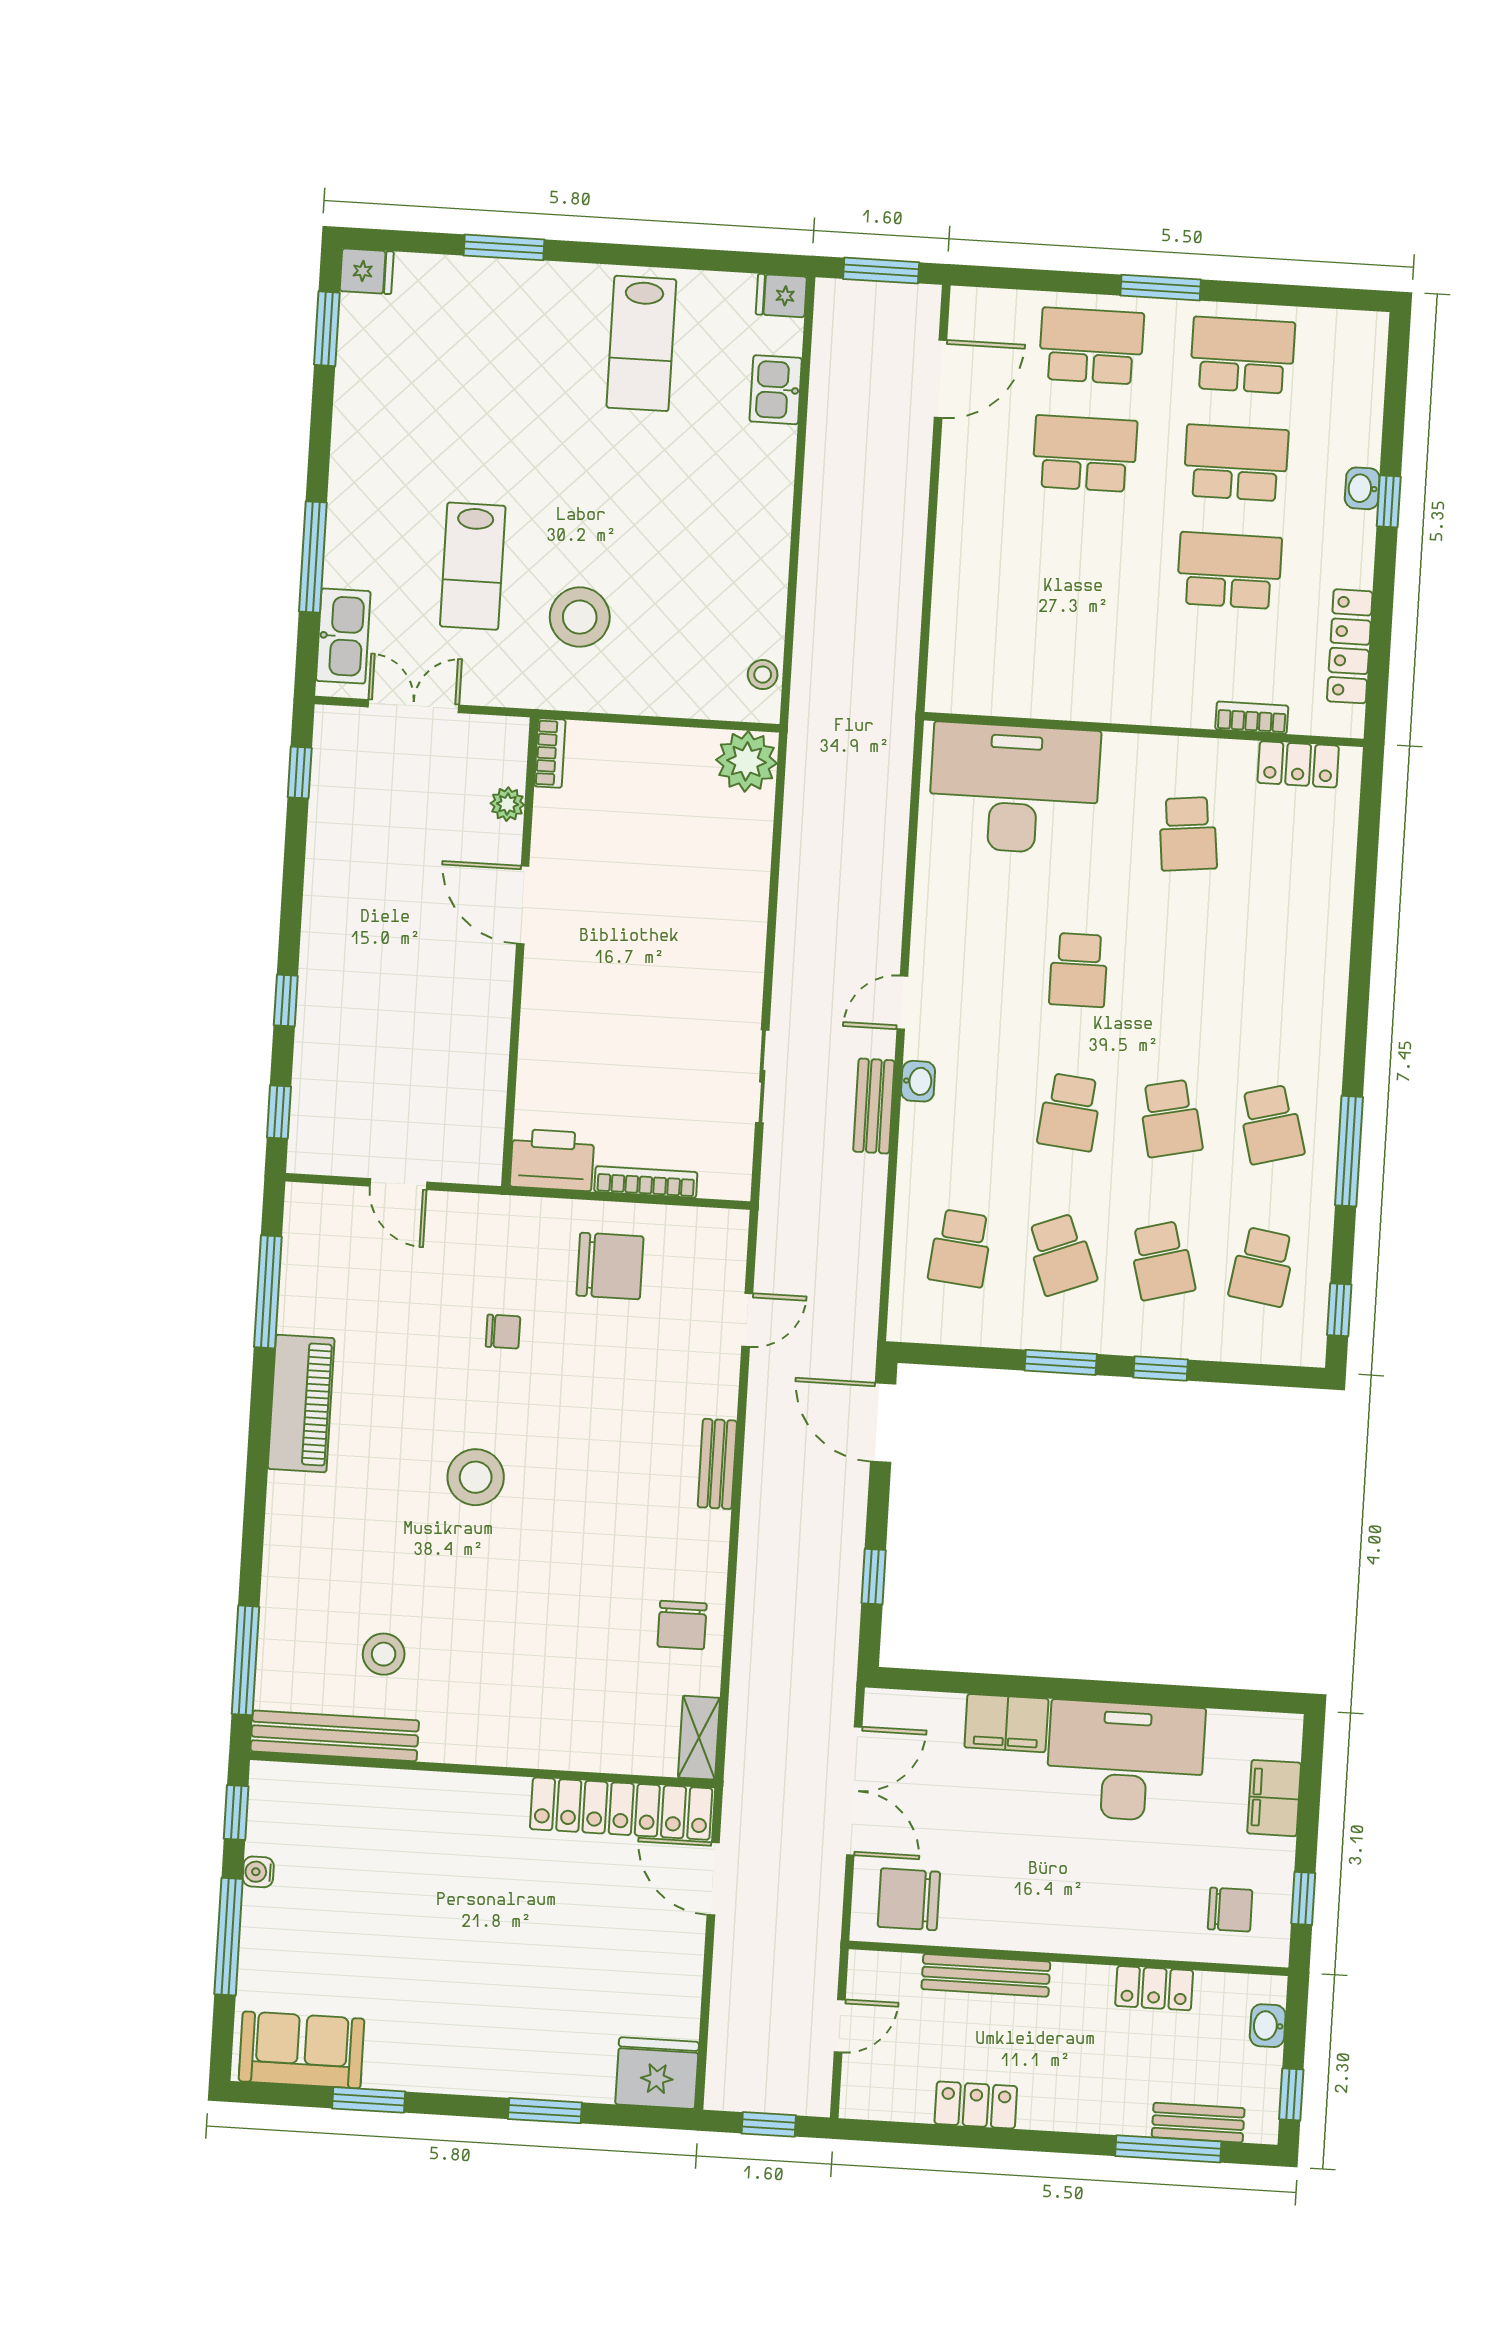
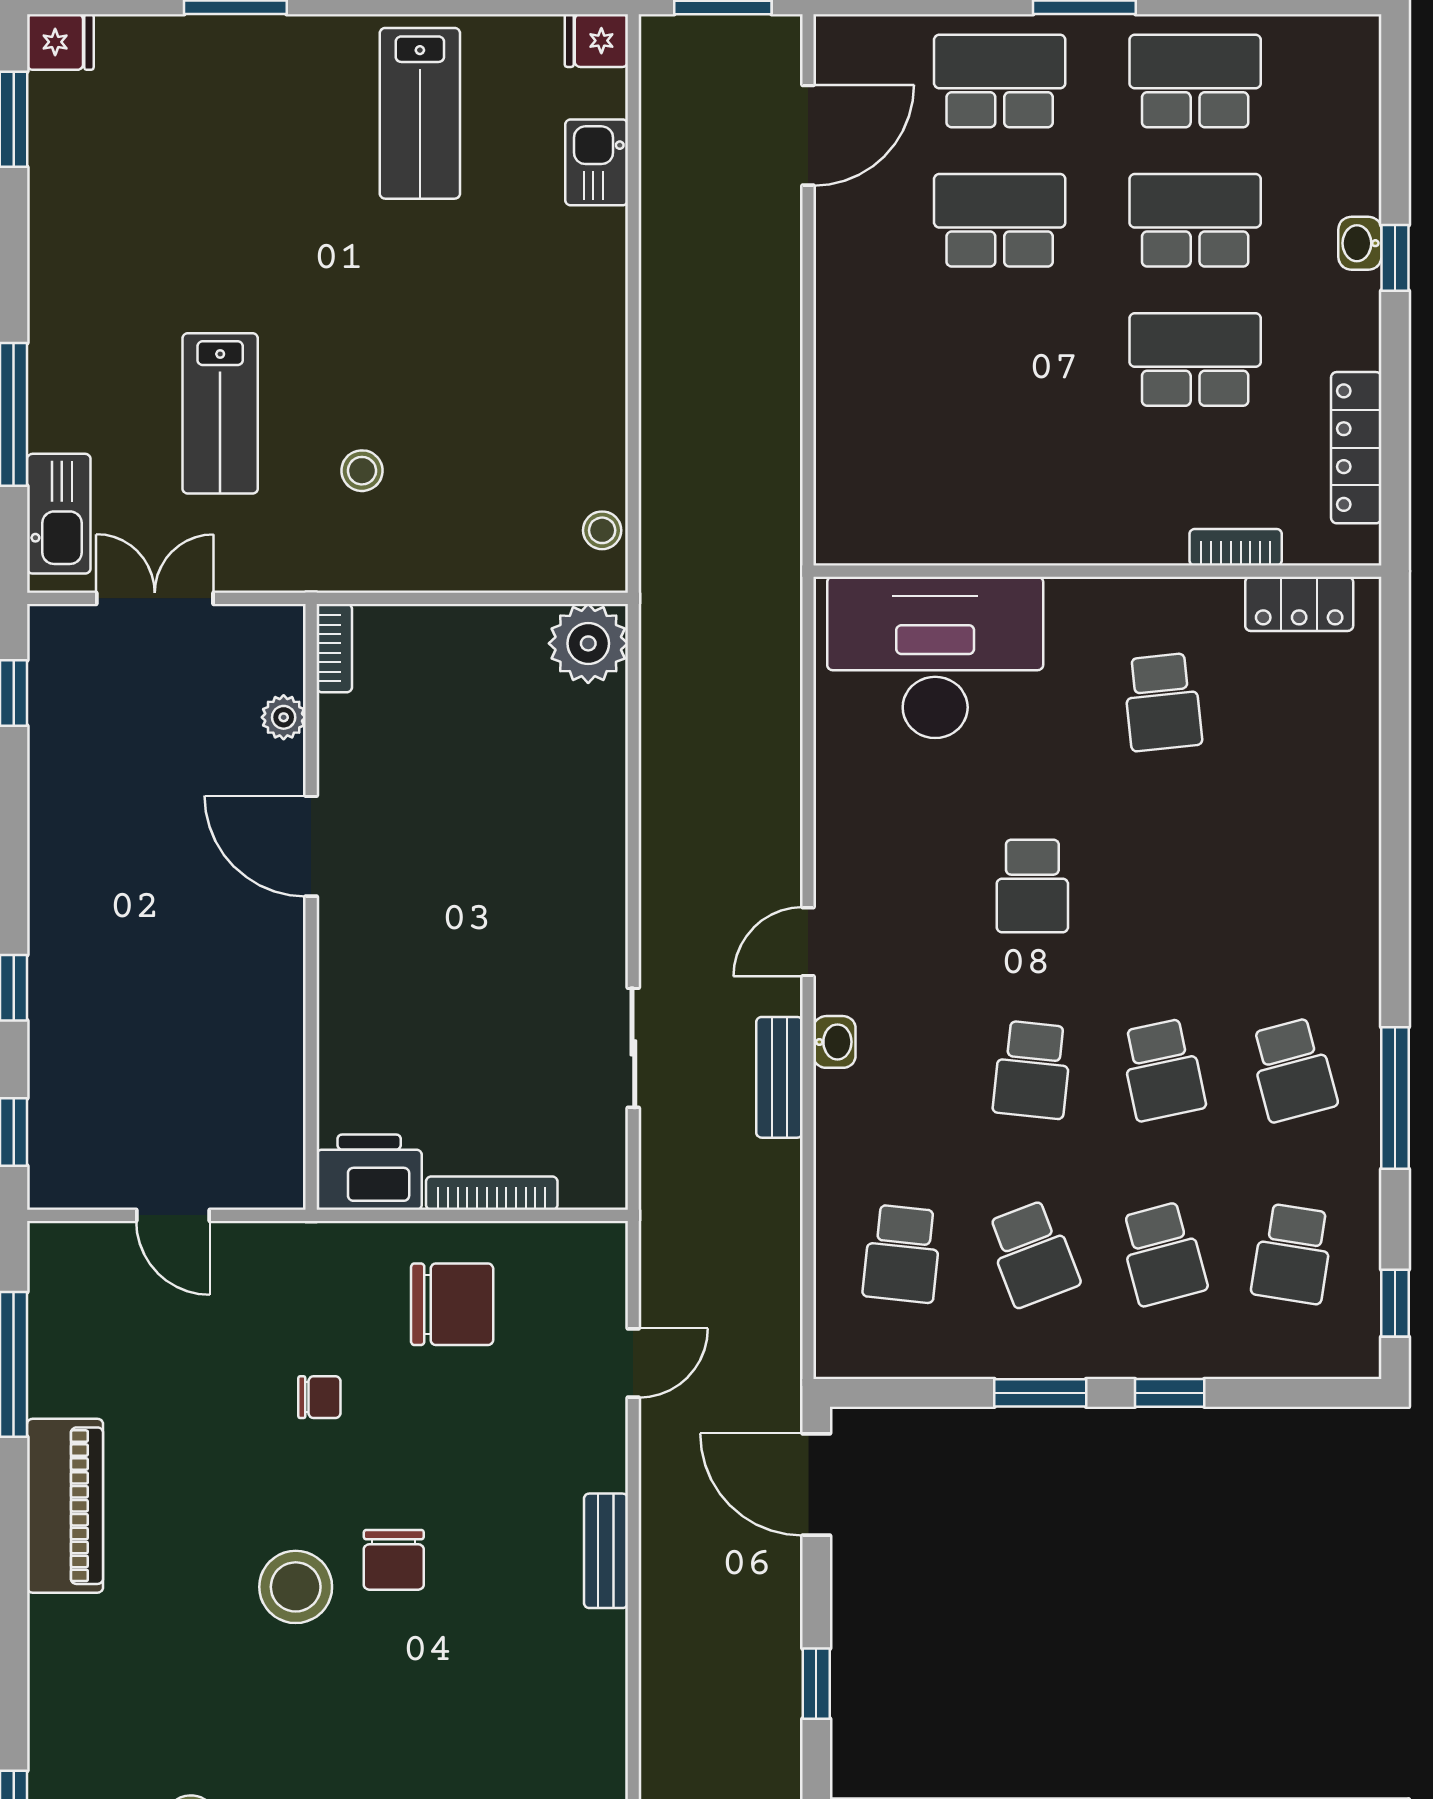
stool: (580, 617) -> (362, 471), width x0.53, depth x0.53
chair: (682, 1625) -> (394, 1560), moved

